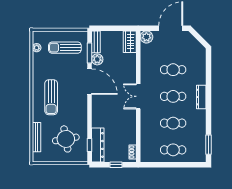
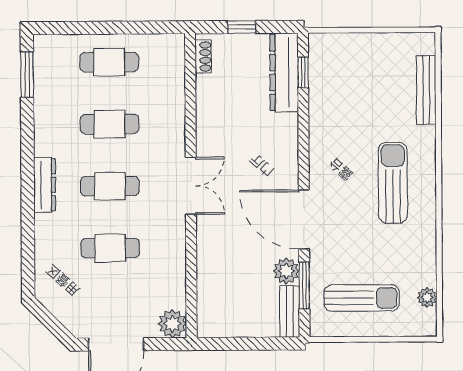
wardrobe: (130, 42) -> (211, 312), removed
round table: (66, 139) -> (358, 86), removed

